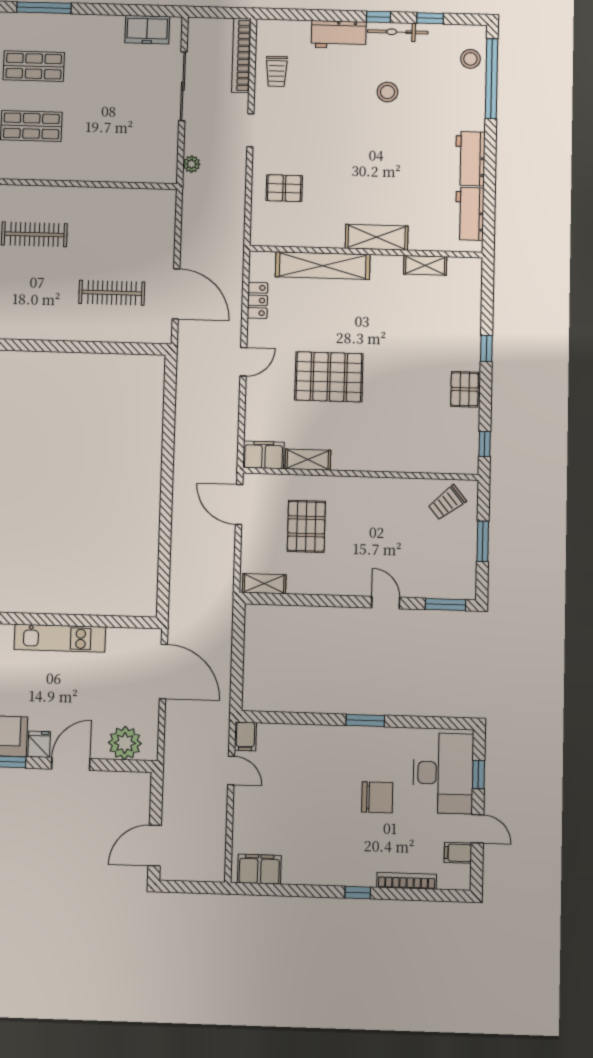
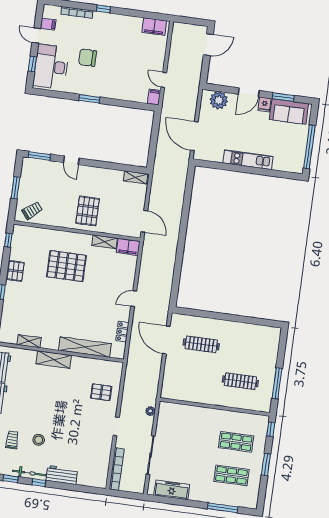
freezer: (147, 30) -> (172, 490), width x1.40
trolley: (277, 71) -> (12, 440), moved
pallet: (329, 377) -> (66, 266), moved
pallet: (306, 526) -> (88, 211), moved

